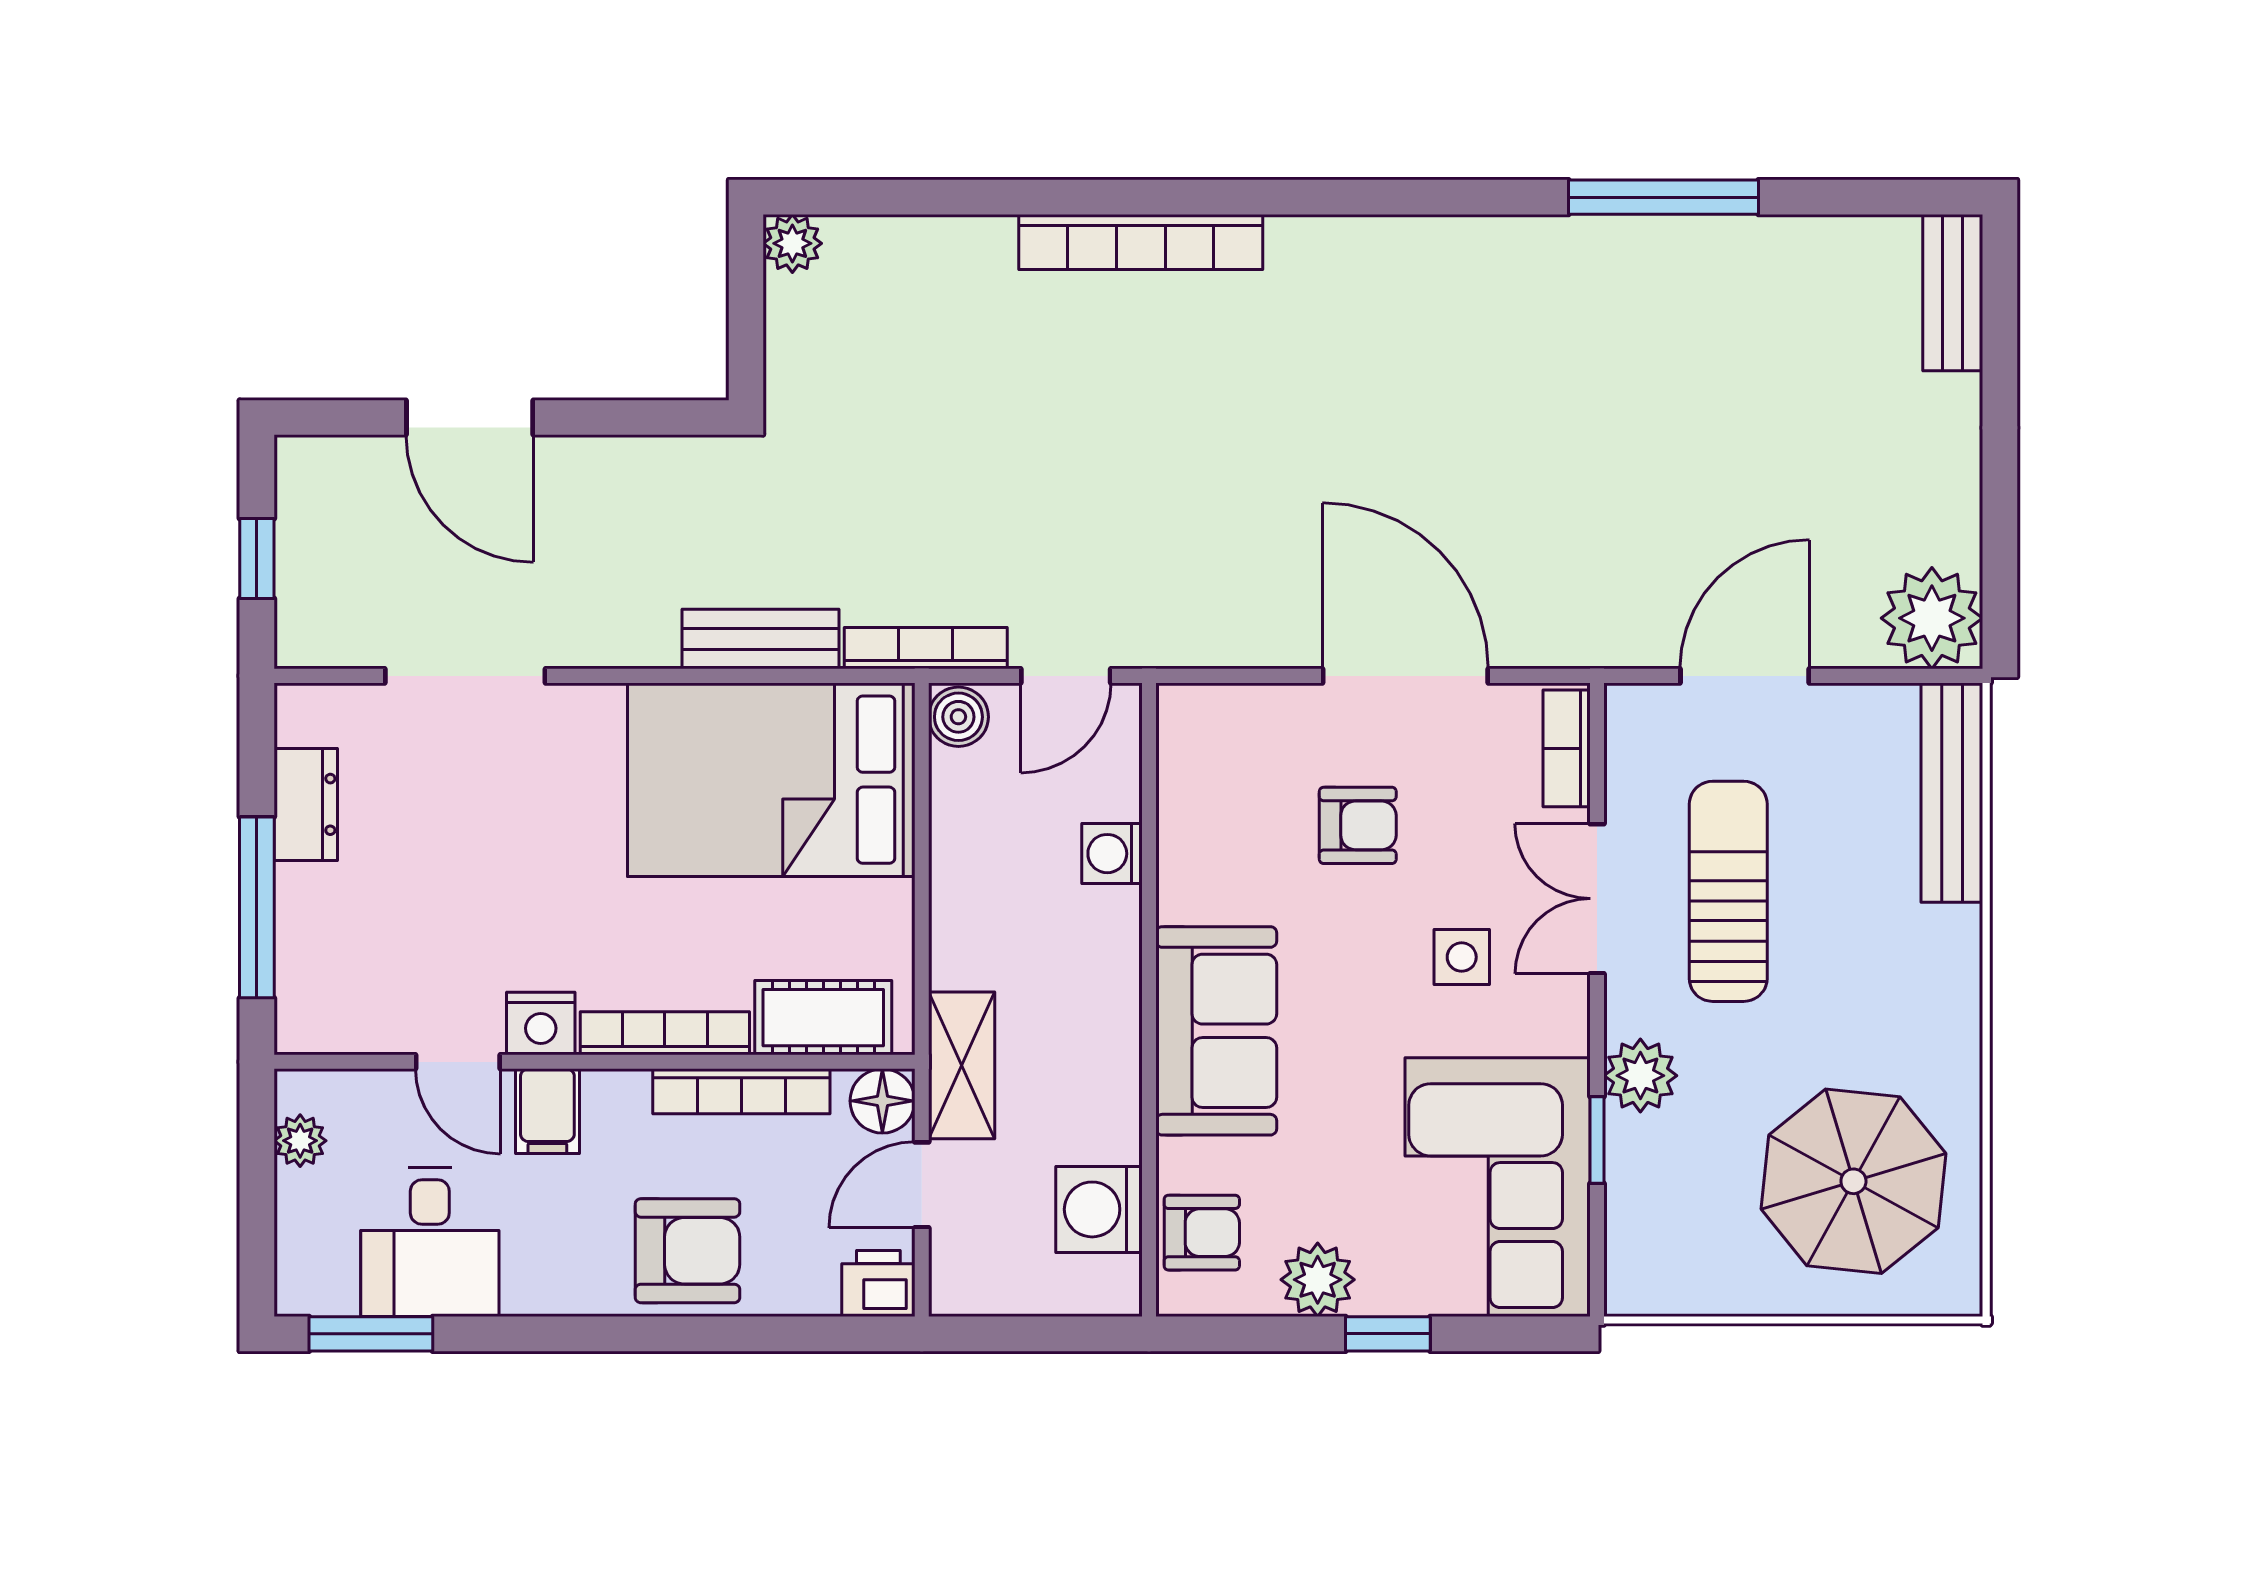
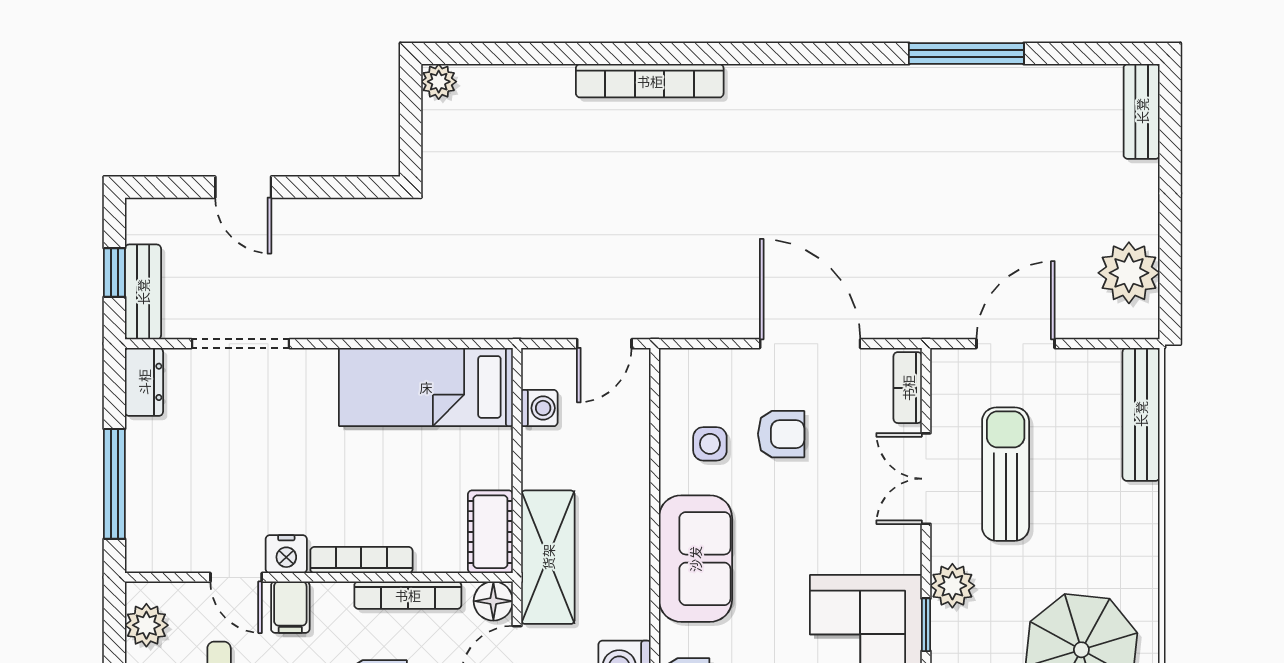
door: (470, 418) -> (243, 187), width x0.73
plant: (1932, 618) -> (1129, 273), moved
bench: (761, 639) -> (143, 292), moved, turned 90
bookcase: (926, 648) -> (520, 327), removed
boiler: (958, 717) -> (539, 368), removed
bed: (771, 780) -> (426, 387), width x0.67
dresser: (306, 804) -> (144, 382), moved
washing machine: (1112, 854) -> (539, 408), moved, turned 180
side table: (1462, 957) -> (710, 444), moved
cot: (823, 1018) -> (490, 532), moved, turned 90
shelving: (962, 1065) -> (548, 557), width x1.50, depth x1.33
plant: (300, 1141) -> (146, 625), width x1.38, depth x1.38

